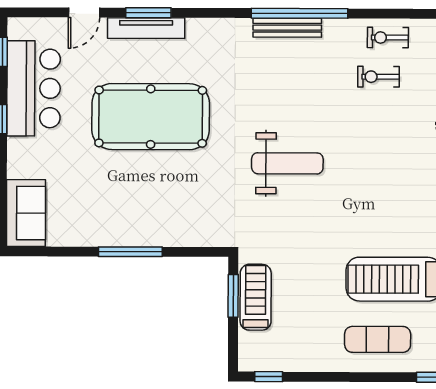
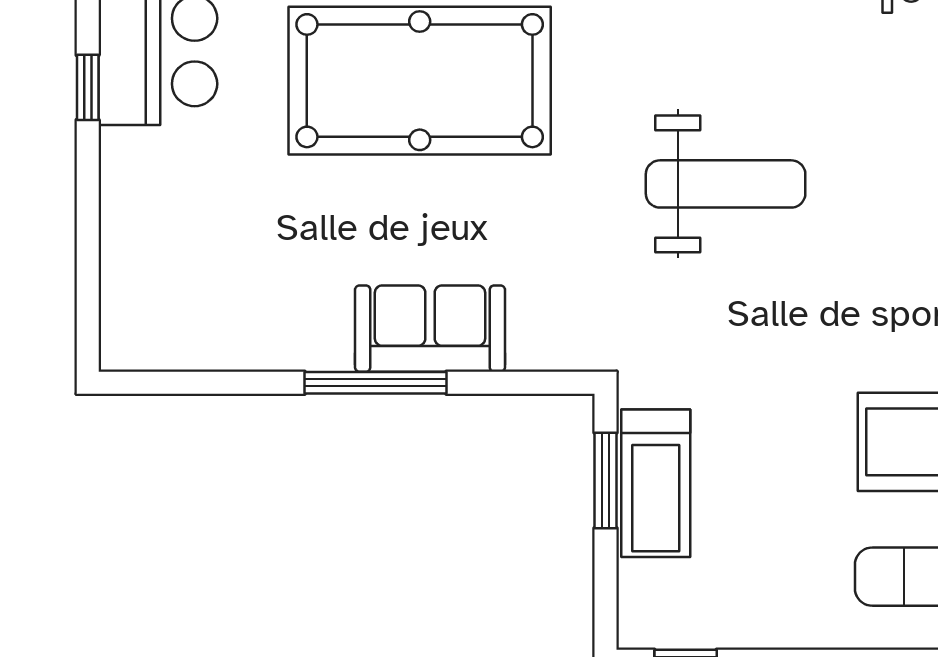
sofa: (26, 213) -> (430, 329), moved, turned -90
treadmill: (256, 297) -> (656, 483), turned 180

